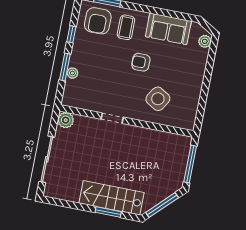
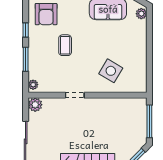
coffee table: (126, 27) -> (65, 45), moved
armchair: (141, 62) -> (90, 42), removed
plant: (72, 73) -> (33, 85), moved

